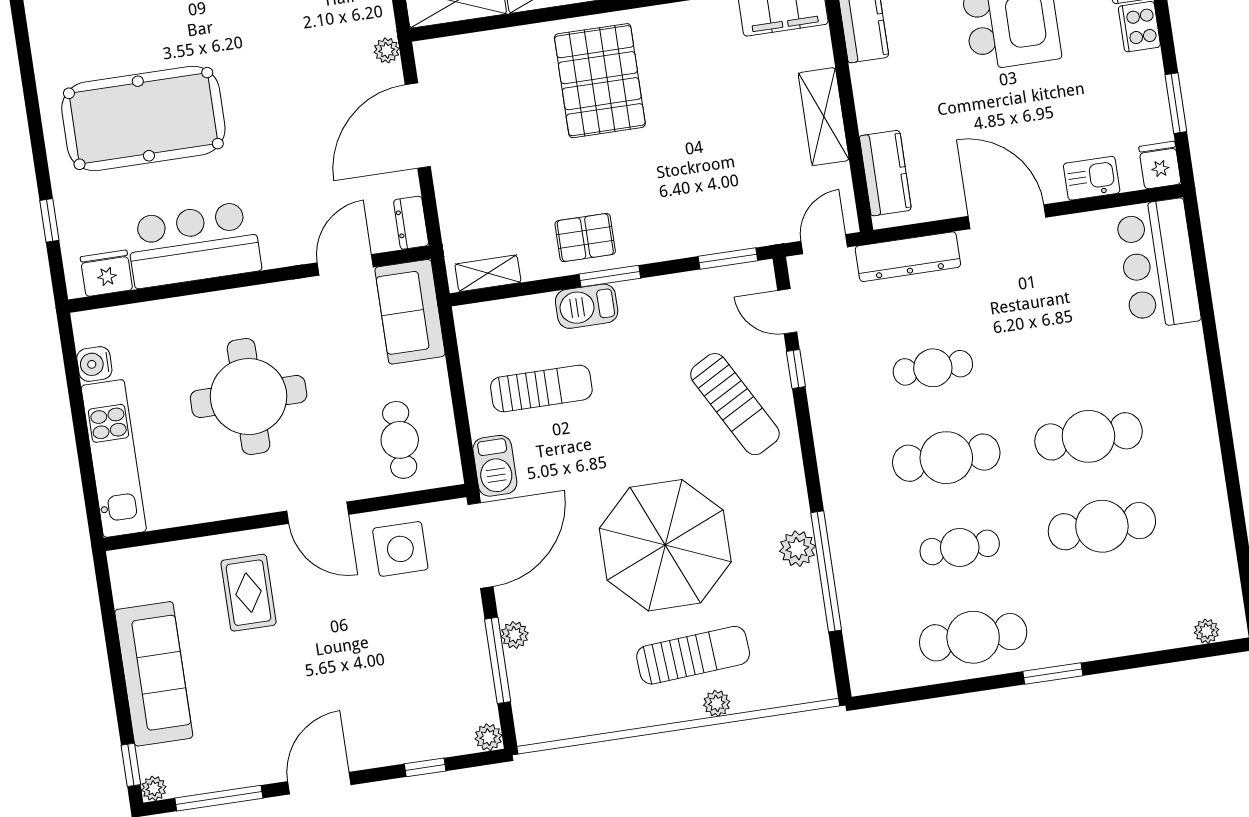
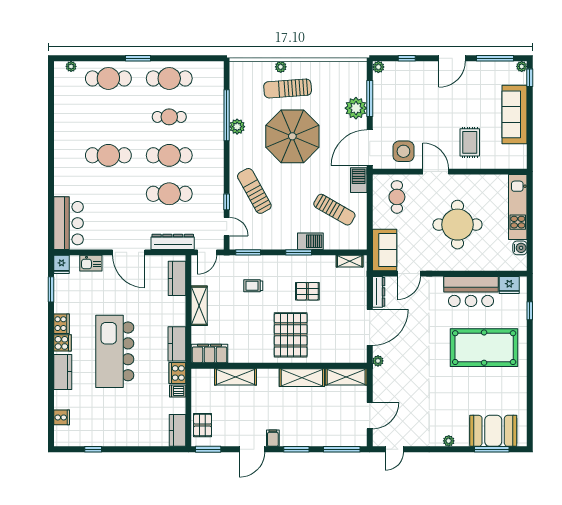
trolley: (704, 182) -> (253, 286), added
dresser: (411, 223) -> (379, 292), width x1.44
pallet: (585, 238) -> (307, 291), moved
cafe table: (933, 368) -> (169, 194), width x1.37, depth x1.35
sun lounger: (541, 388) -> (334, 210), turned -150
cafe table: (1102, 526) -> (108, 78), moved
plant: (515, 635) -> (356, 108), width x1.88, depth x1.88

